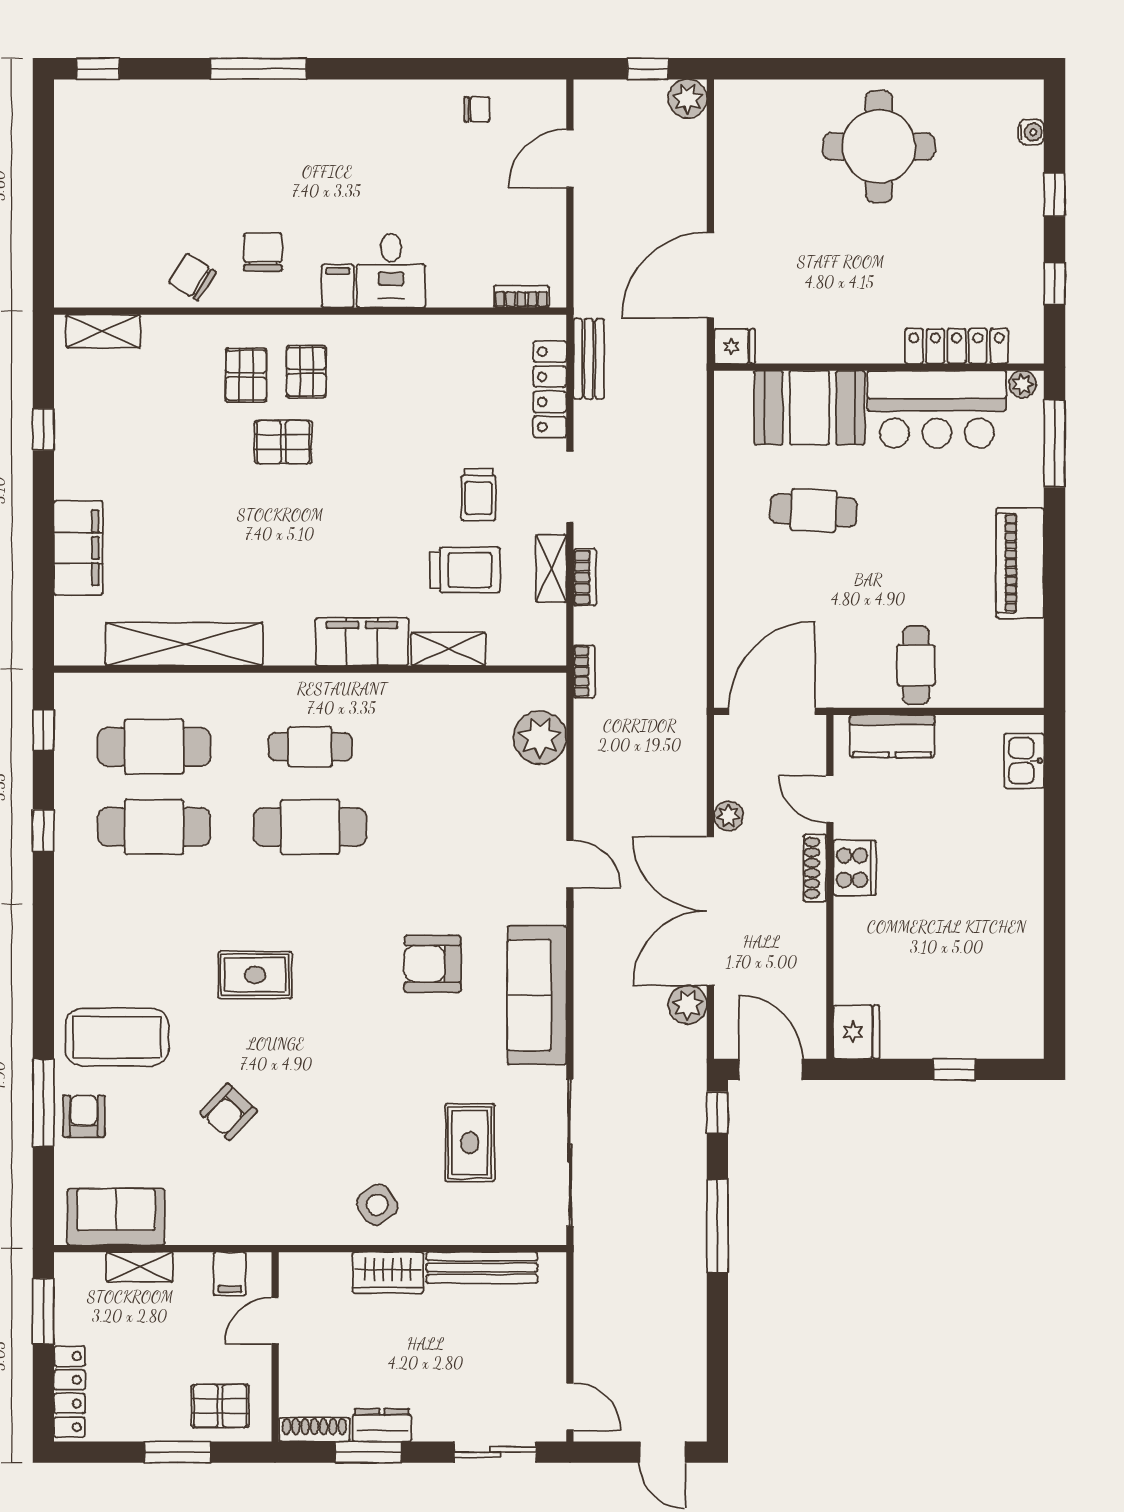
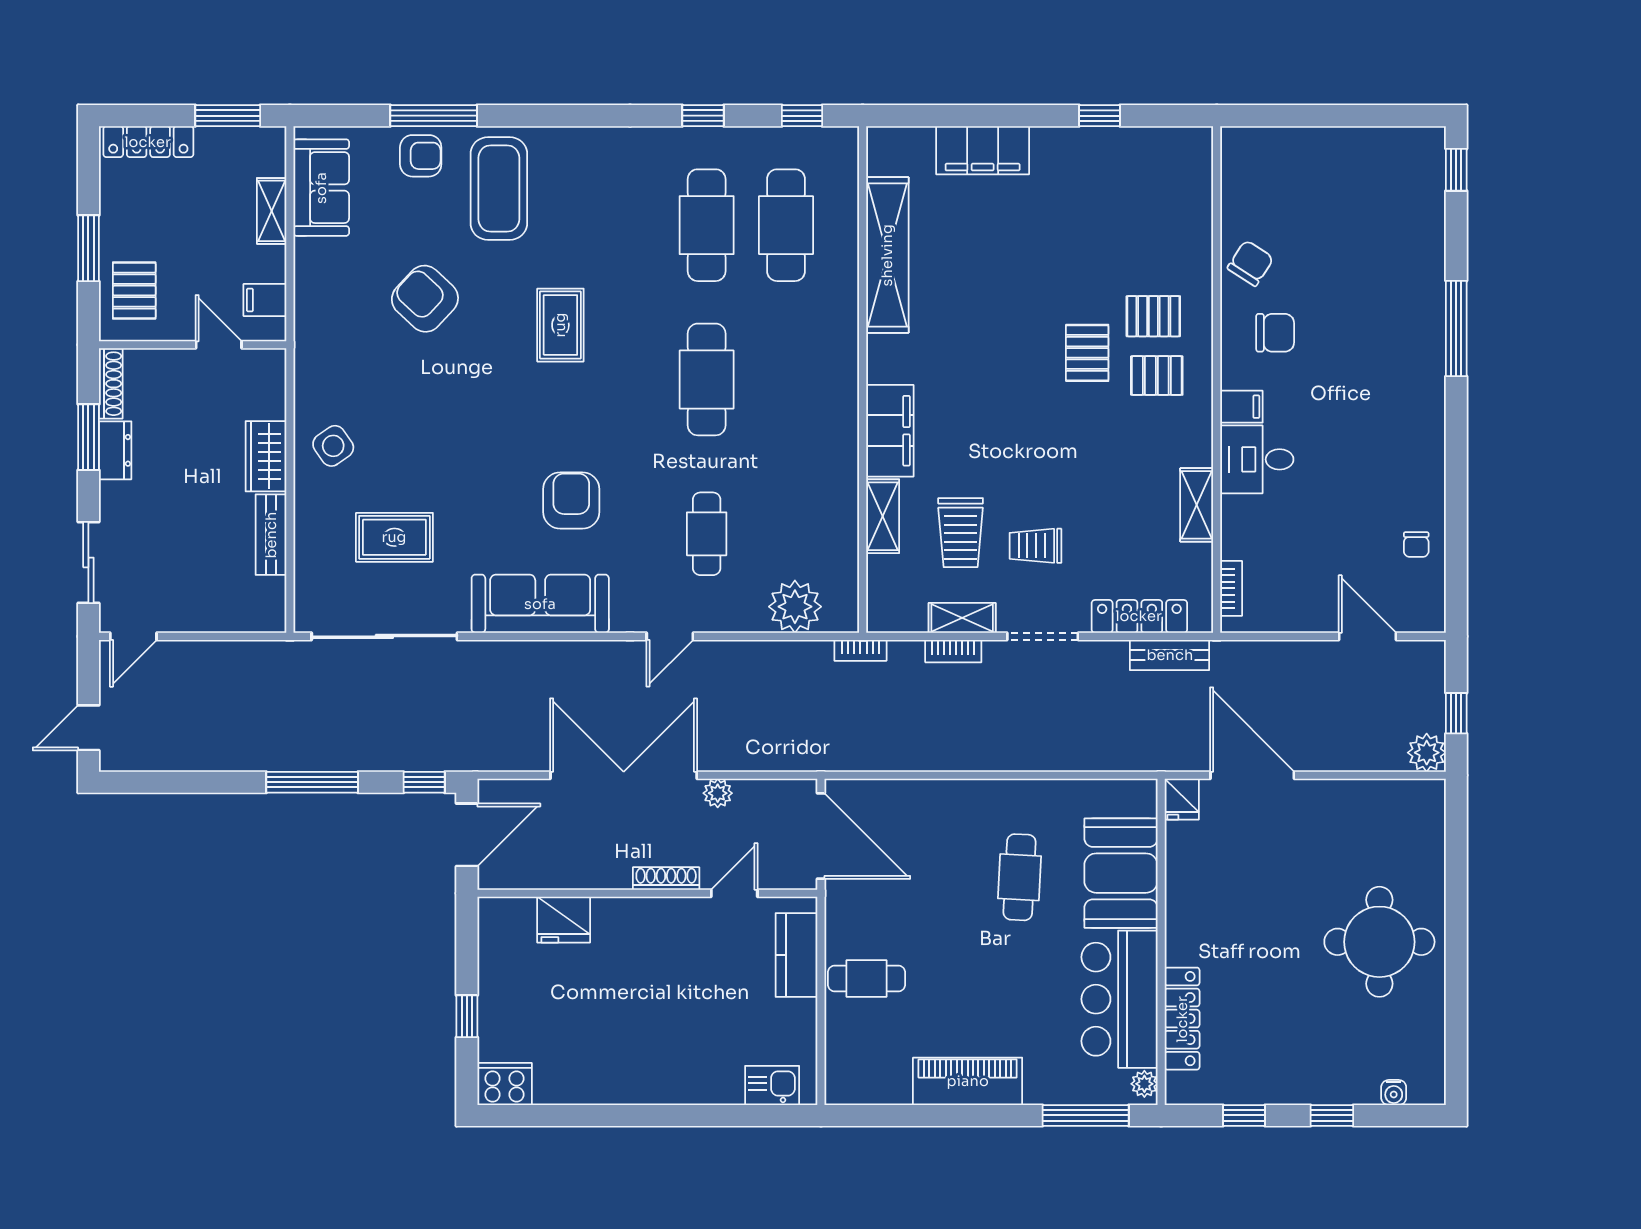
shelving: (103, 331) -> (1197, 505), moved
cafe table: (310, 747) -> (707, 534), moved
cooker: (855, 868) -> (505, 1084), moved, turned 180
plant: (688, 1005) -> (531, 753), removed
fridge: (856, 1032) -> (564, 920), moved
armchair: (228, 1112) -> (425, 299), width x1.38, depth x1.38
bench: (482, 1268) -> (271, 535), width x0.73

